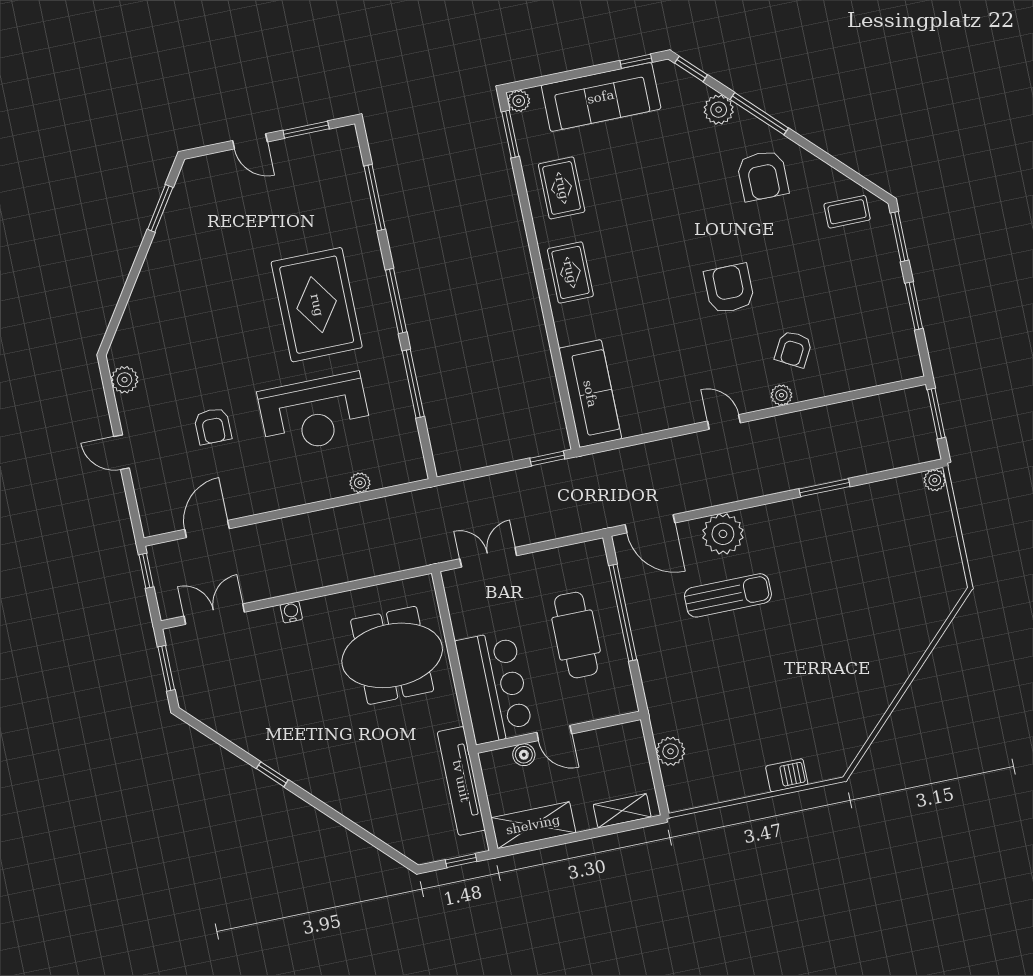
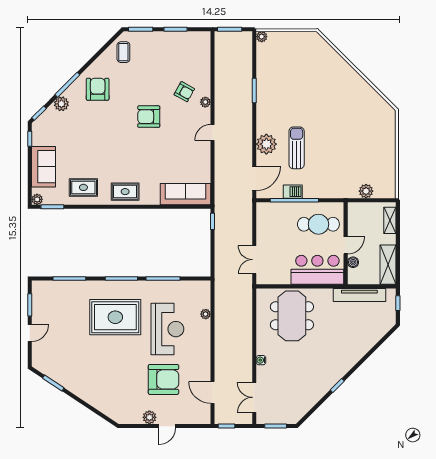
sofa: (601, 97) -> (44, 167), width x0.73
armchair: (763, 176) -> (98, 89), turned -90
plant: (125, 380) -> (149, 417), moved
armchair: (213, 426) -> (163, 379), width x1.88, depth x1.88
cafe table: (576, 635) -> (318, 224), moved
barbecue: (787, 775) -> (293, 192), moved, turned 90

